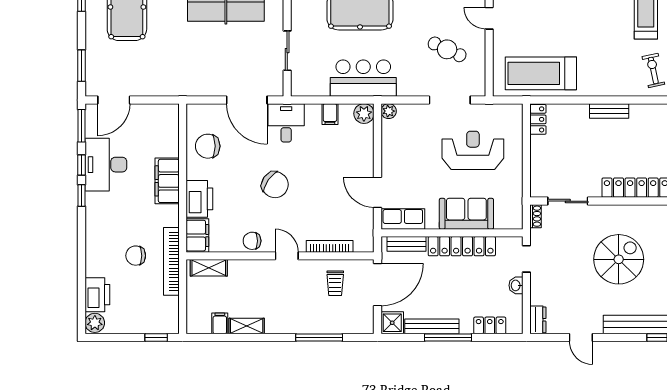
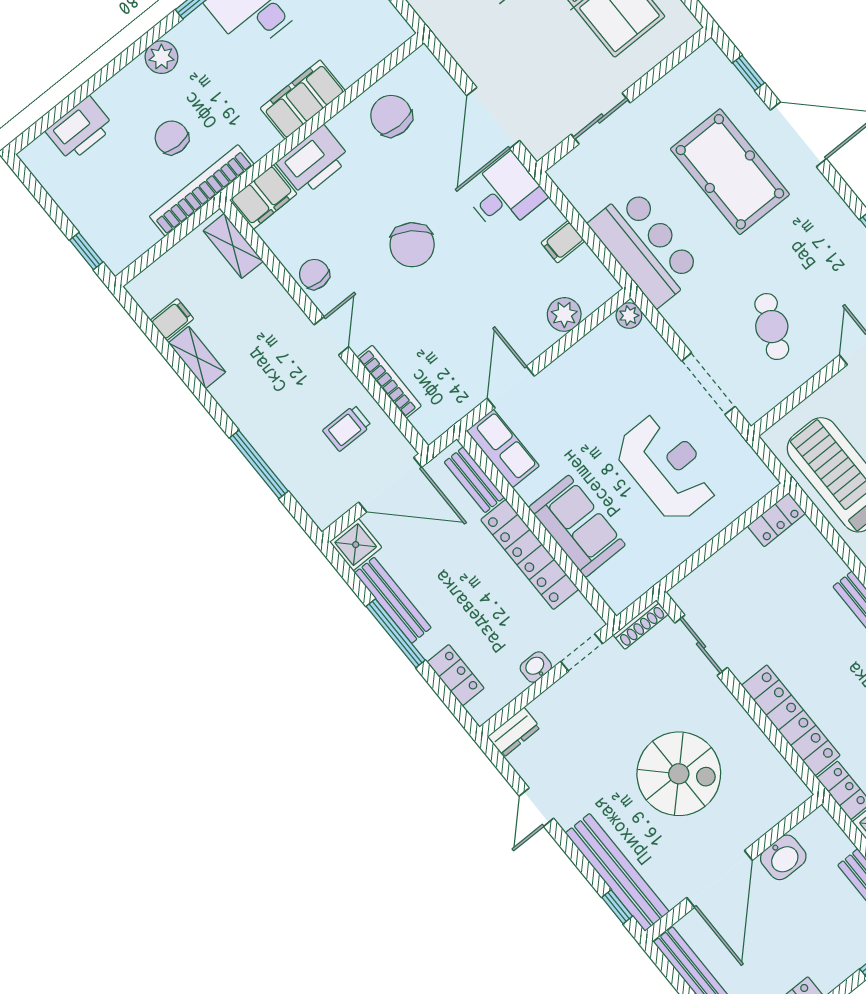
plant: (364, 114) -> (564, 314), moved
shoe rack: (536, 216) -> (641, 625), width x1.43
plant: (95, 323) -> (161, 57), moved

